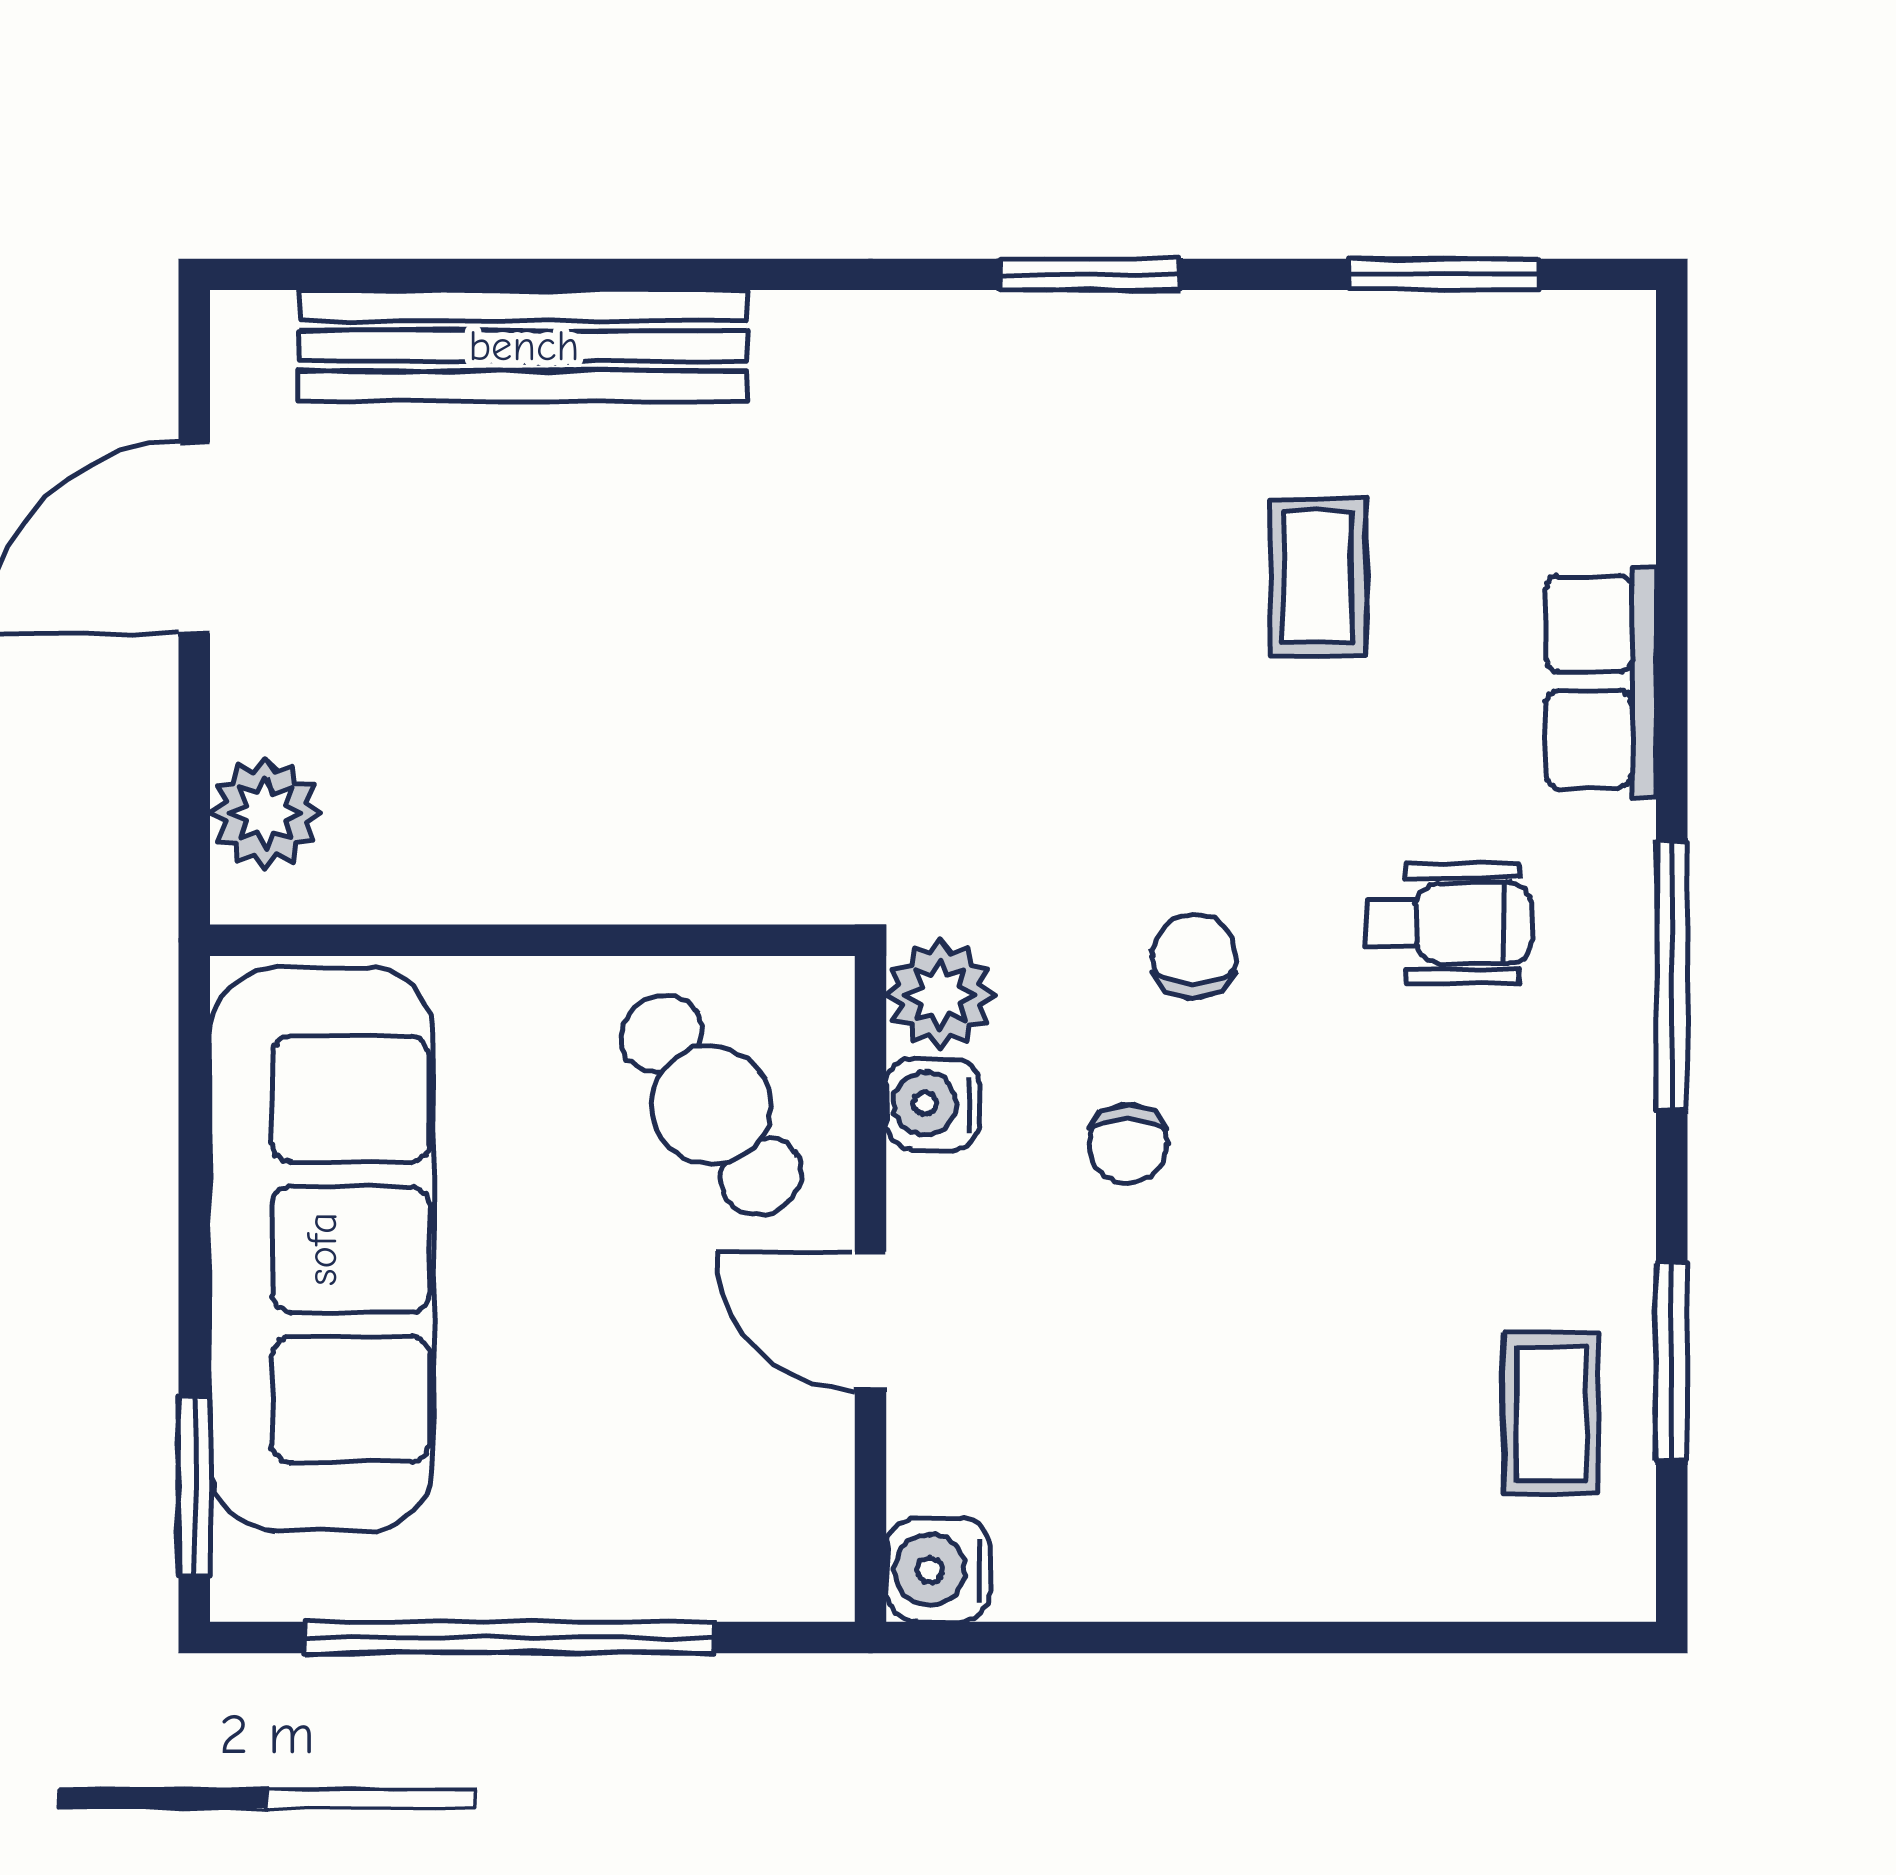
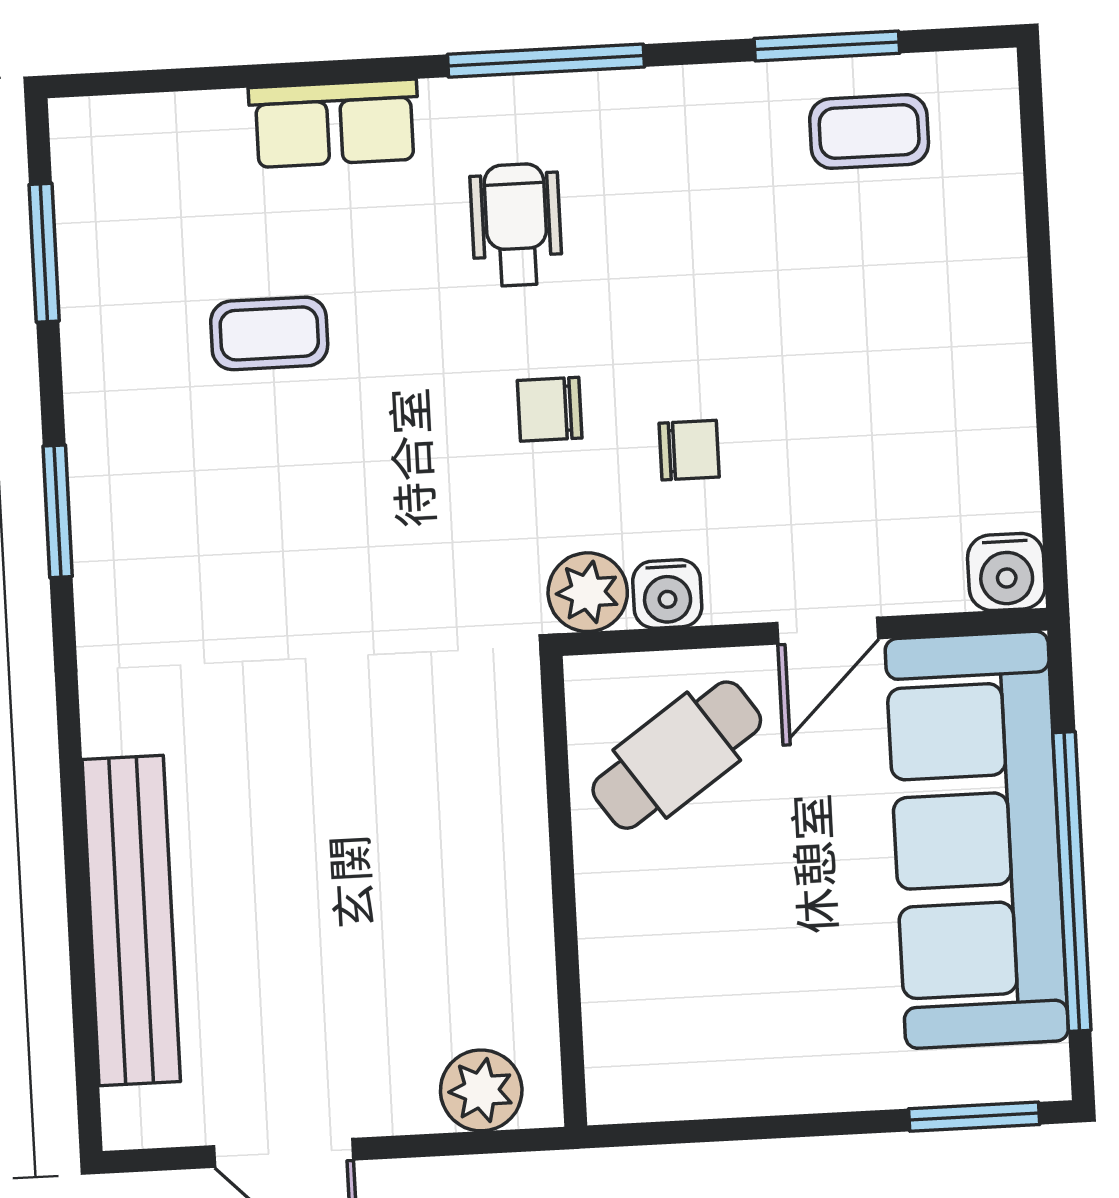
sofa: (322, 1249) -> (977, 840), moved, turned -90

